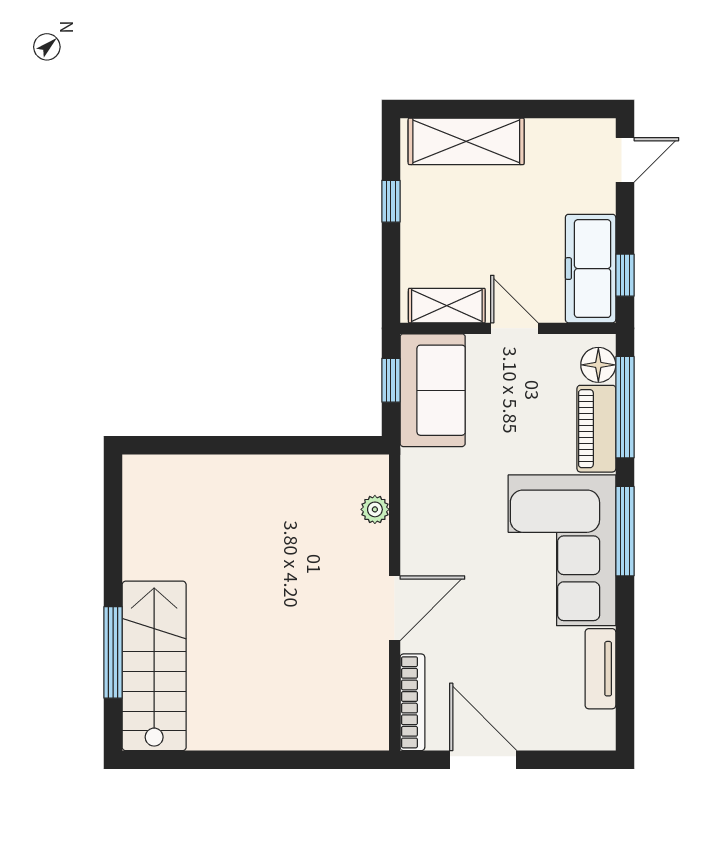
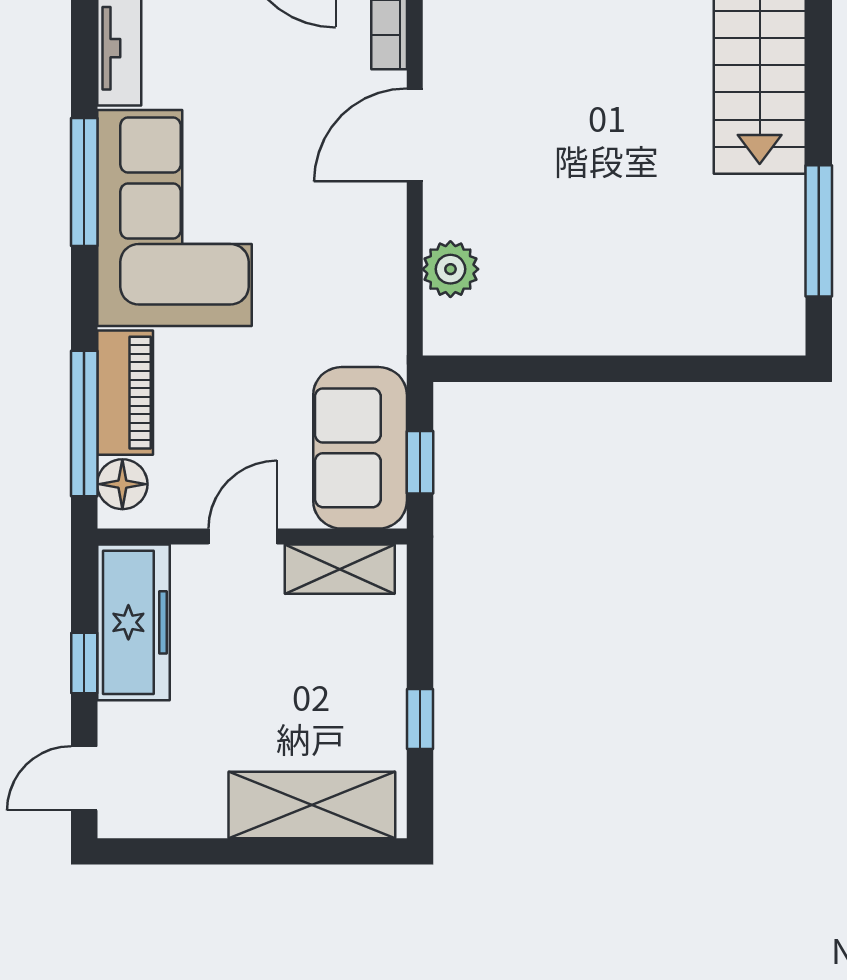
window: (625, 275) -> (84, 663), moved
door: (514, 328) -> (243, 537), swing flipped
plant: (375, 509) -> (450, 269), width x1.38, depth x1.38
window: (625, 531) -> (84, 182), moved
window: (113, 652) -> (819, 231), moved

